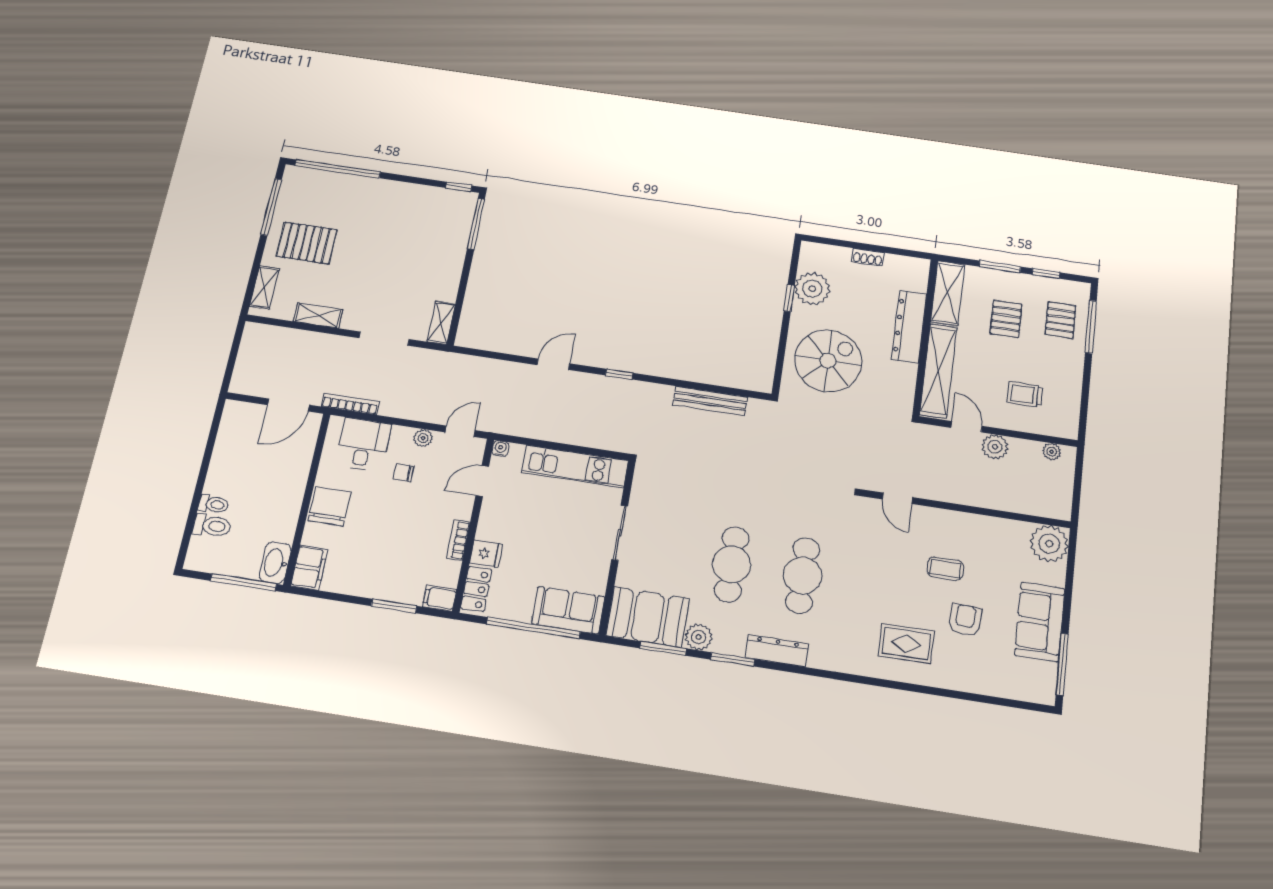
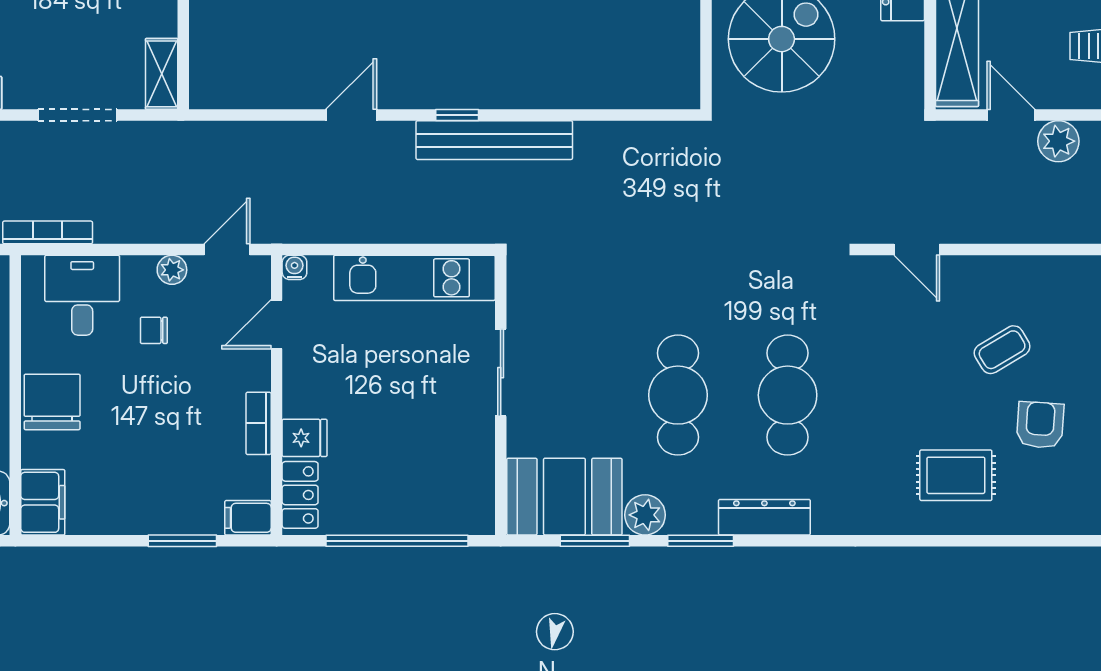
bench: (710, 401) -> (494, 140), moved, width x1.37, depth x1.21
coffee table: (945, 569) -> (1002, 350), turned -31
sofa: (568, 610) -> (444, 505), removed

